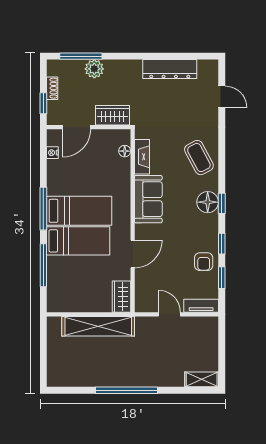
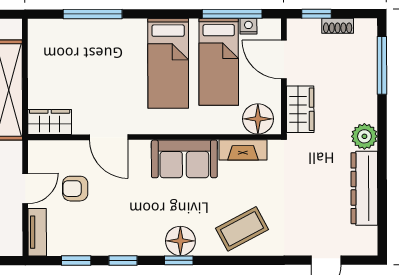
plant: (94, 69) -> (364, 136), moved
floor lamp: (125, 151) -> (258, 119), width x1.89, depth x1.89
window: (43, 209) -> (232, 14), moved
bed: (78, 241) -> (219, 62), moved
armchair: (204, 262) -> (75, 189), moved

